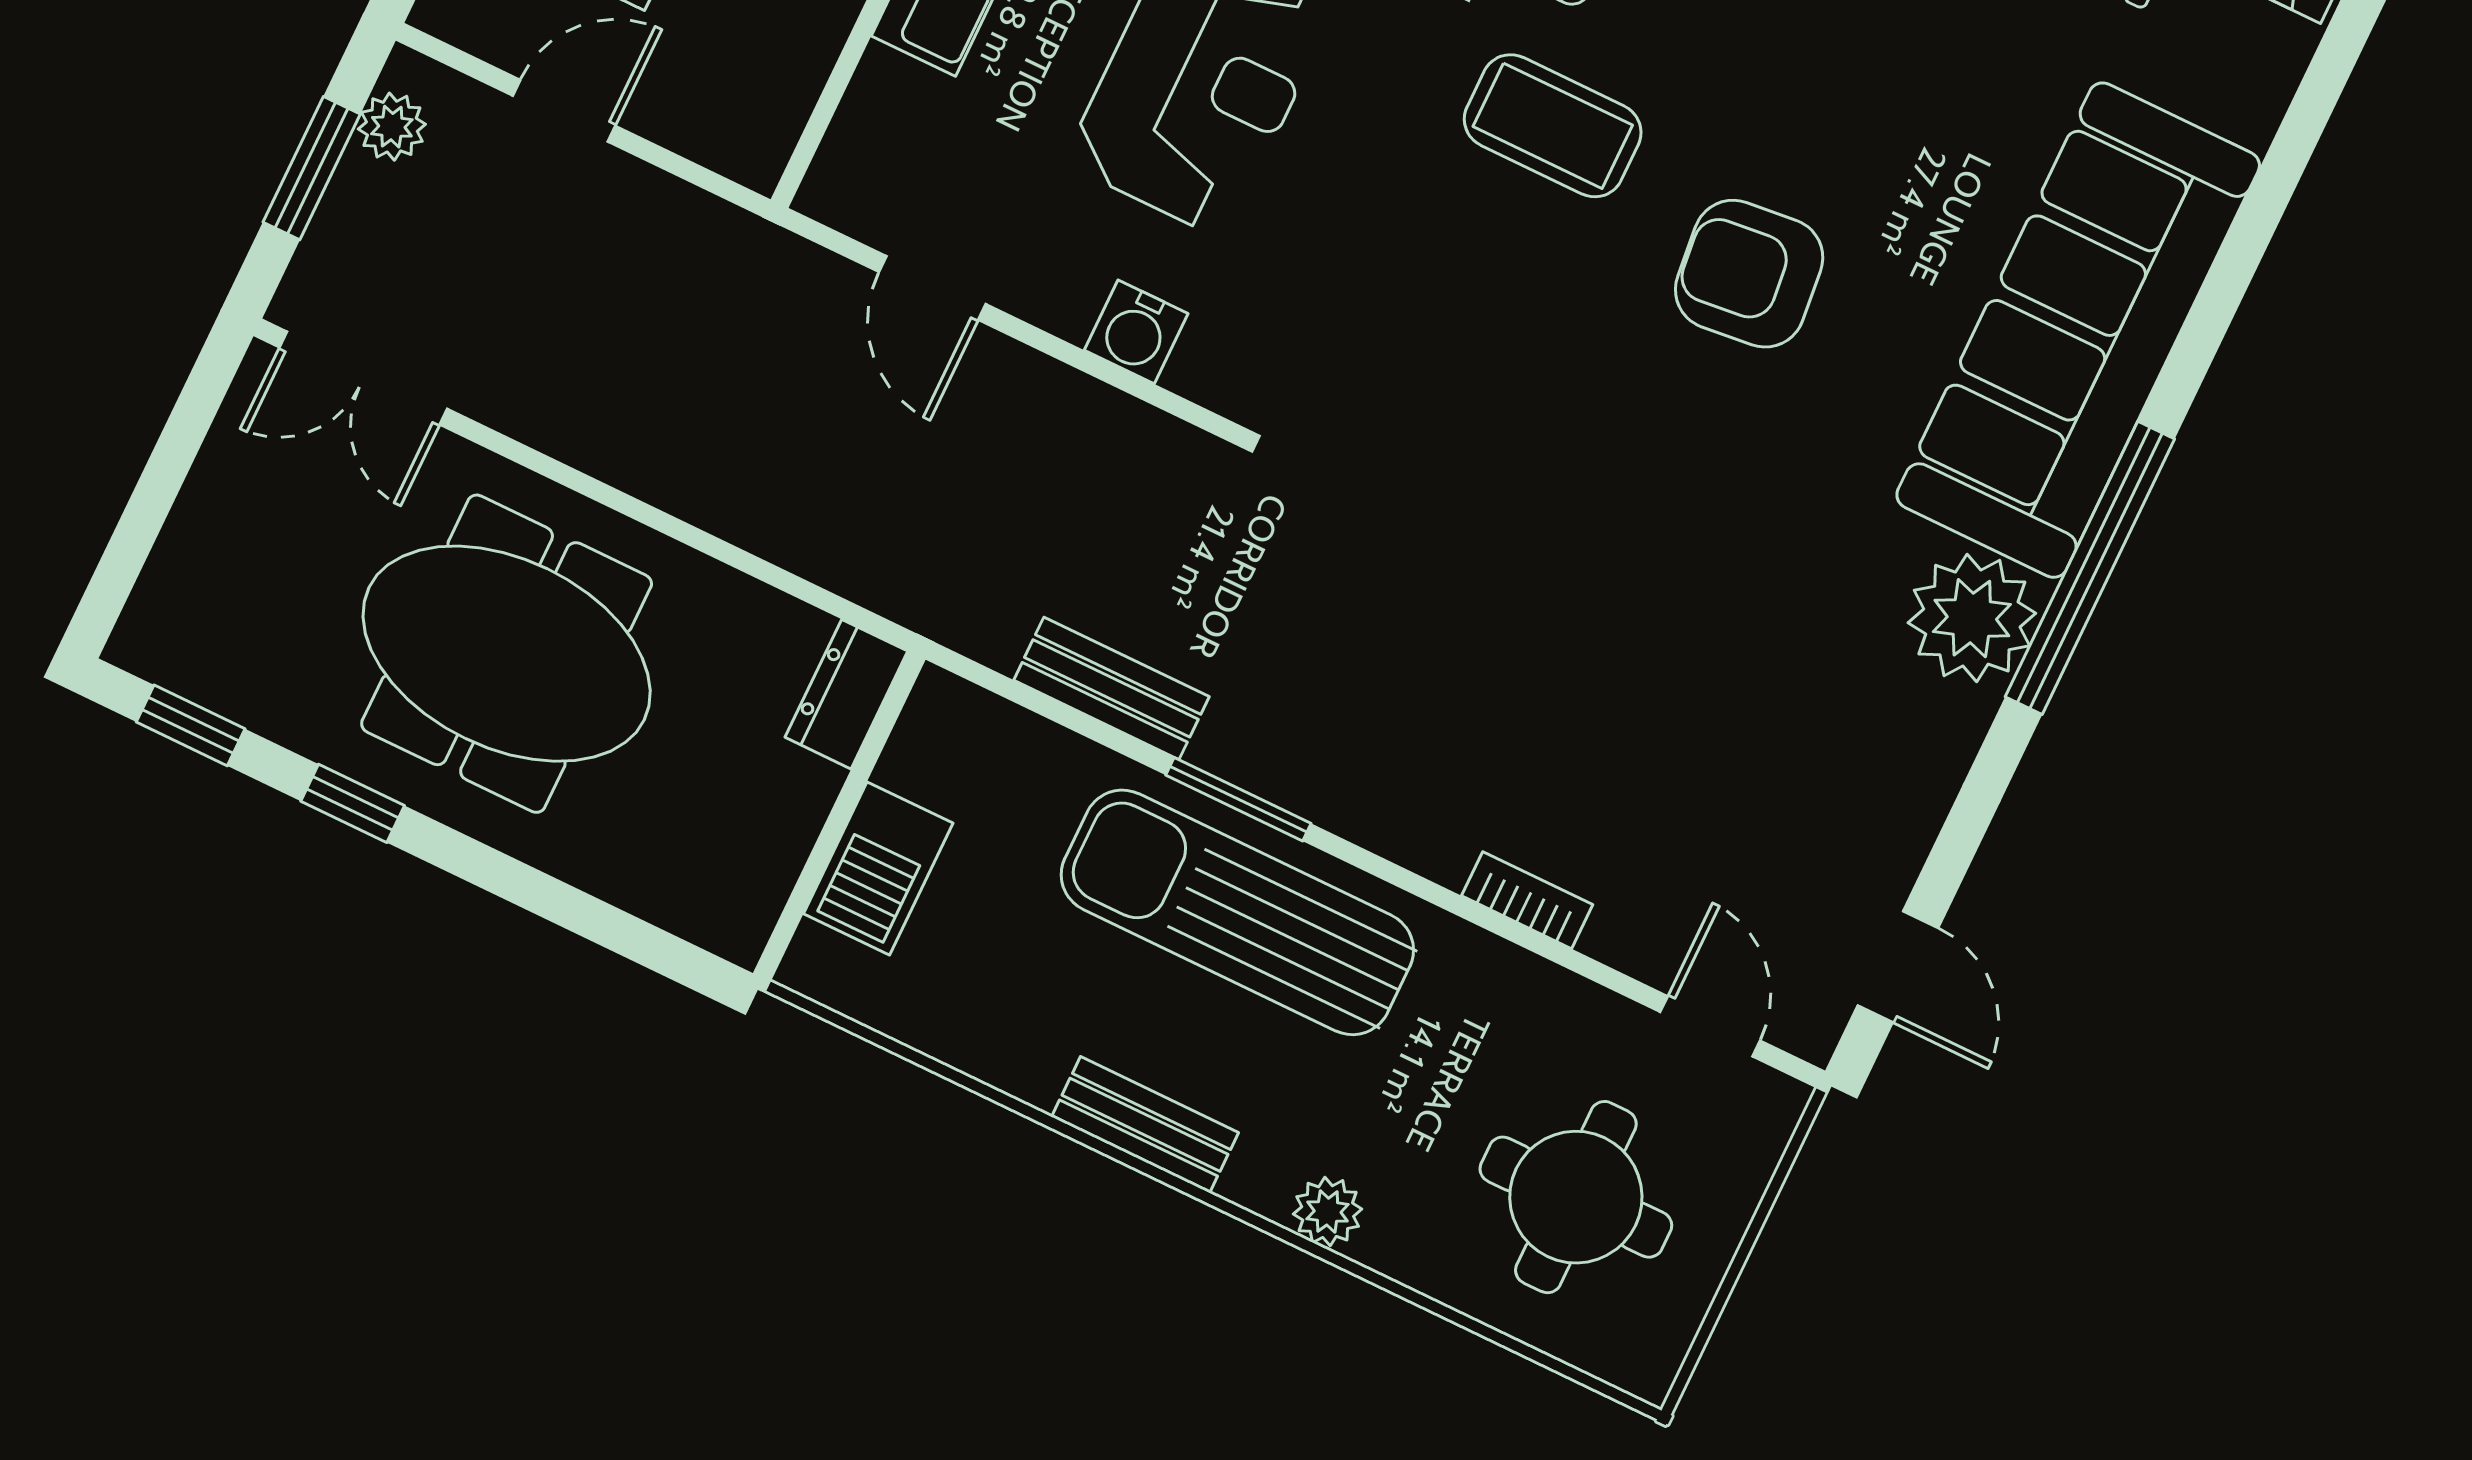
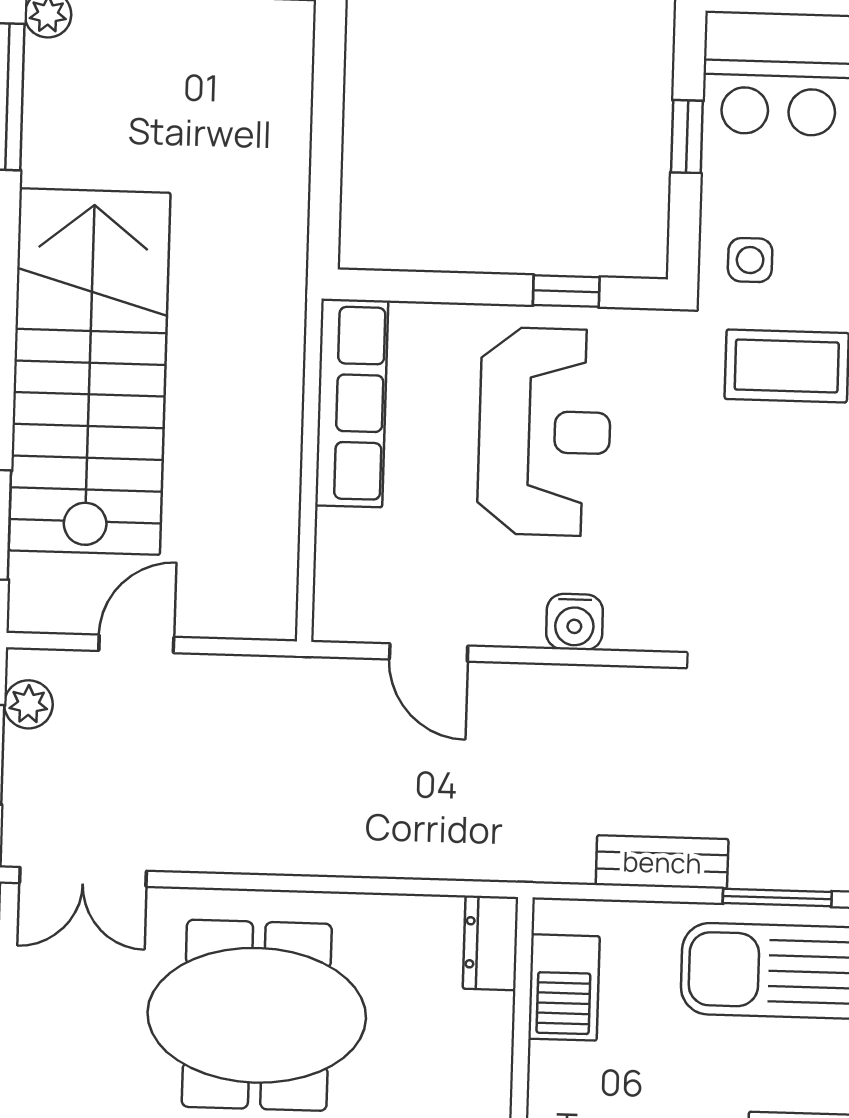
barbecue: (878, 868) -> (564, 987), moved

